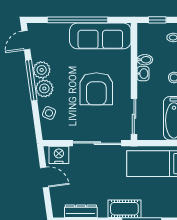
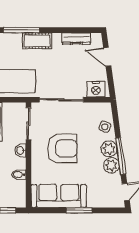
window: (78, 20) -> (79, 210), width x0.47
washbasin: (143, 74) -> (20, 150), moved
armchair: (96, 89) -> (62, 148), turned 90
door: (45, 177) -> (107, 57), moved

